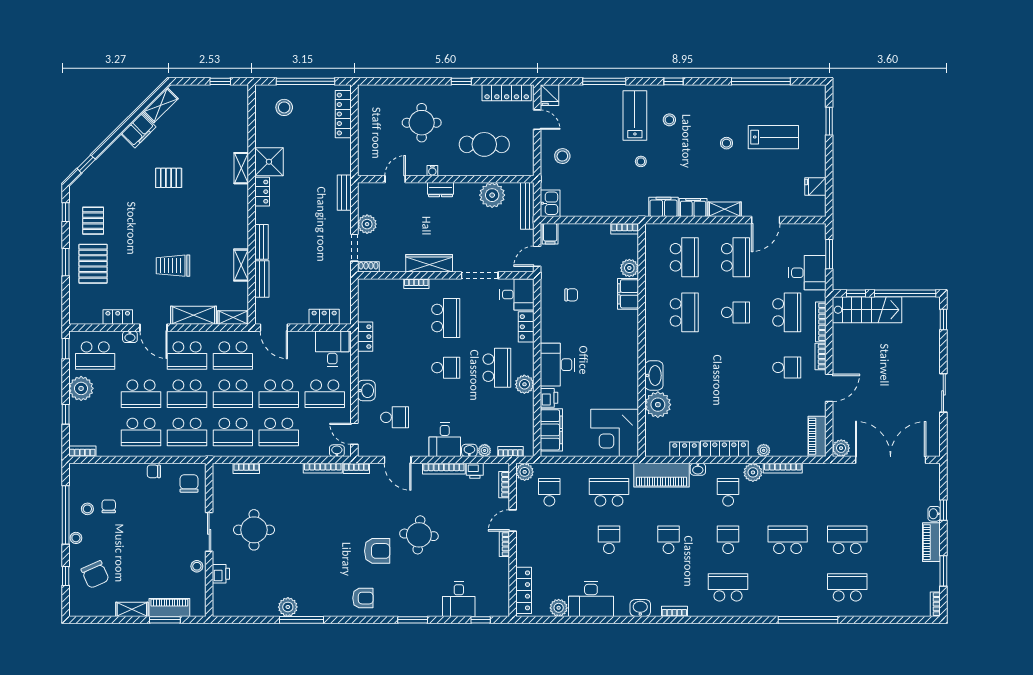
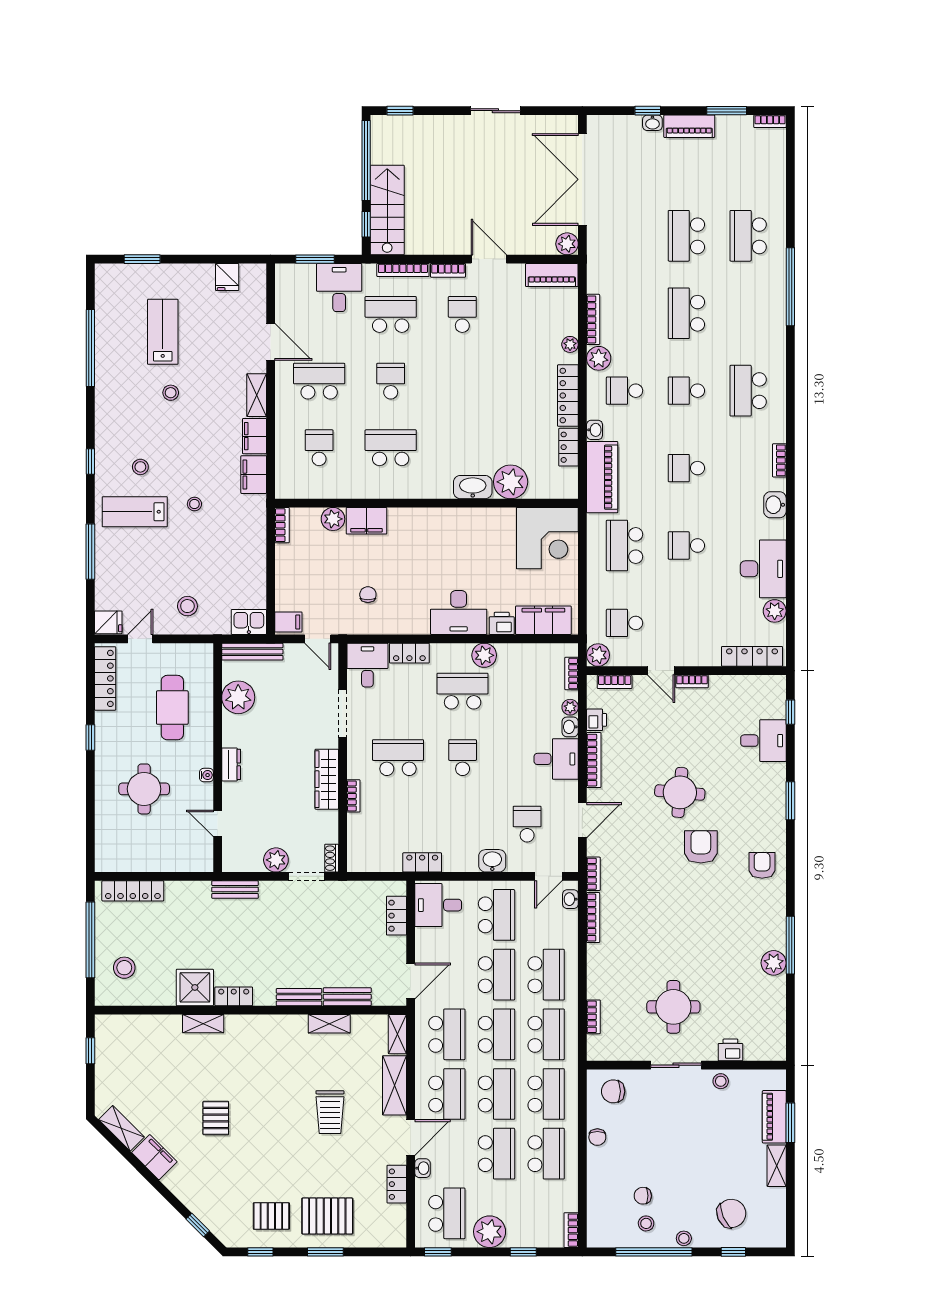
school desk: (684, 257) -> (319, 448), width x0.54

